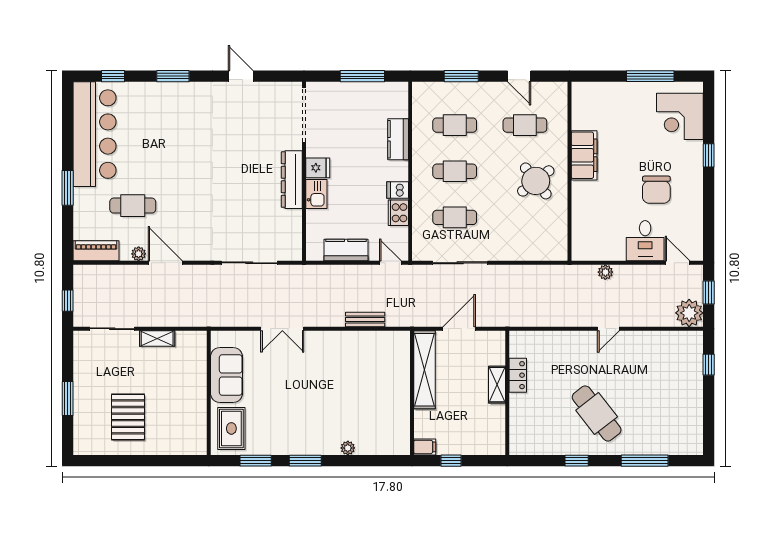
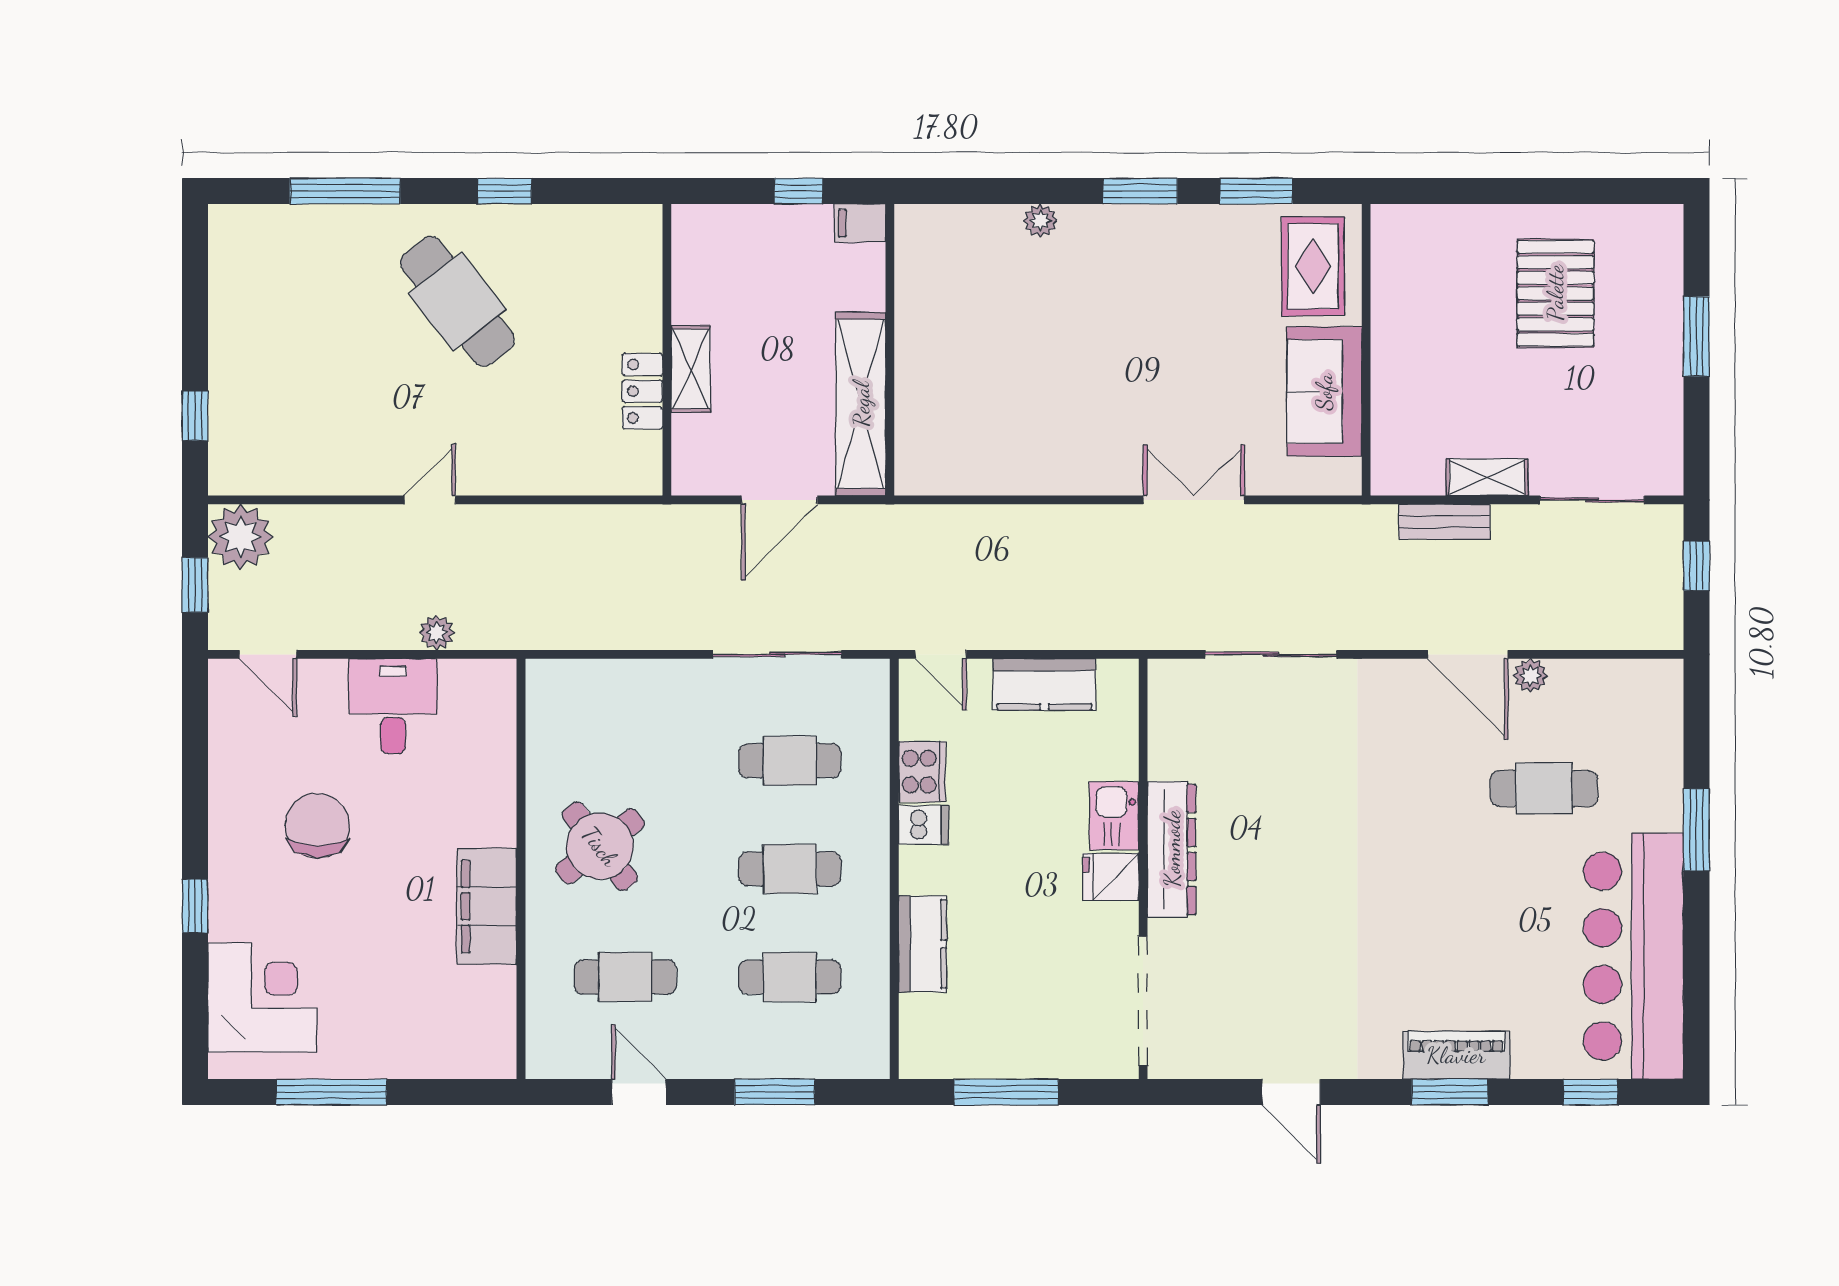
desk: (645, 241) -> (393, 706), moved
piano: (96, 251) -> (1456, 1055), moved, turned 180
bench: (365, 319) -> (1444, 522), moved

